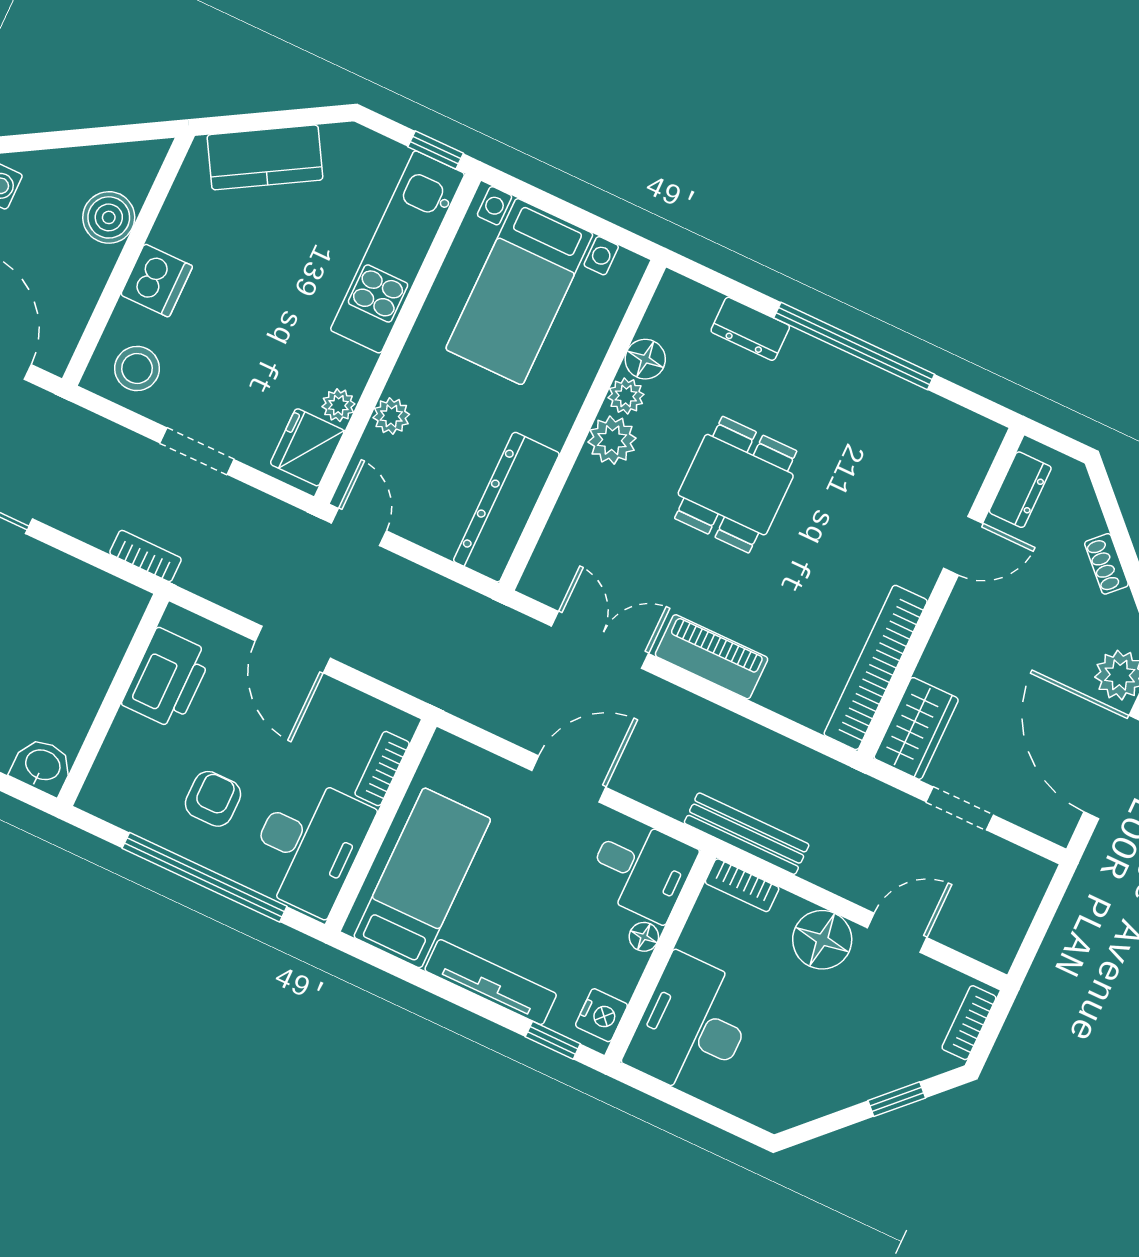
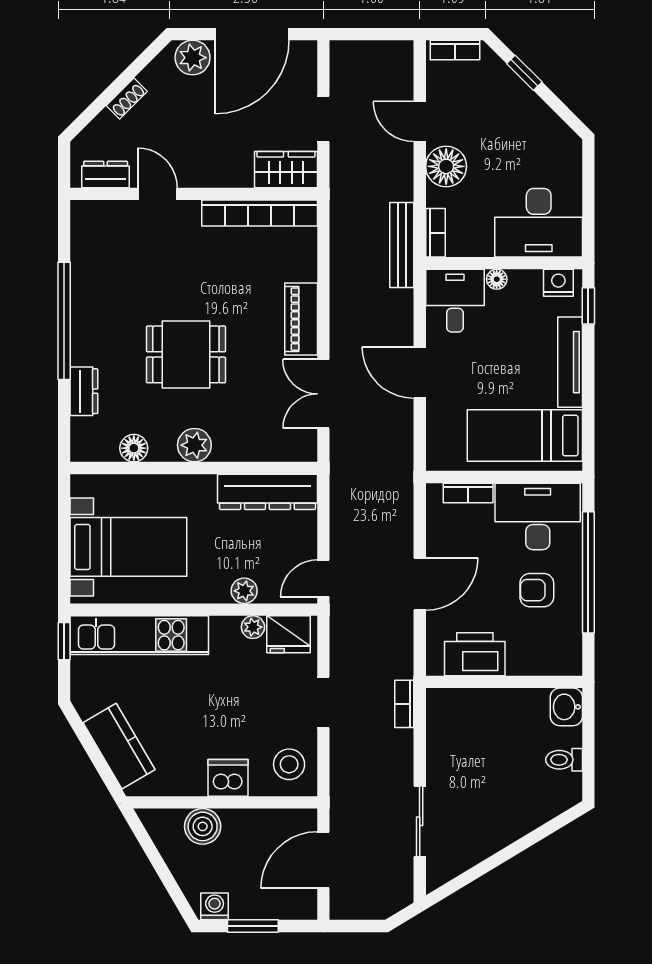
plant: (626, 396) -> (163, 449), removed

